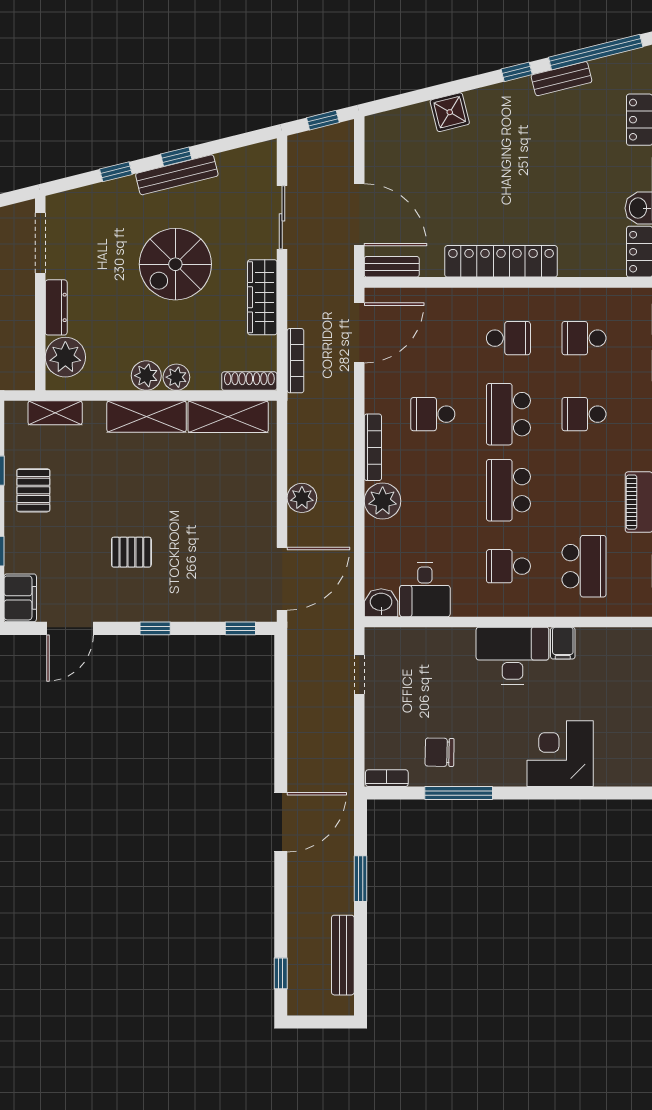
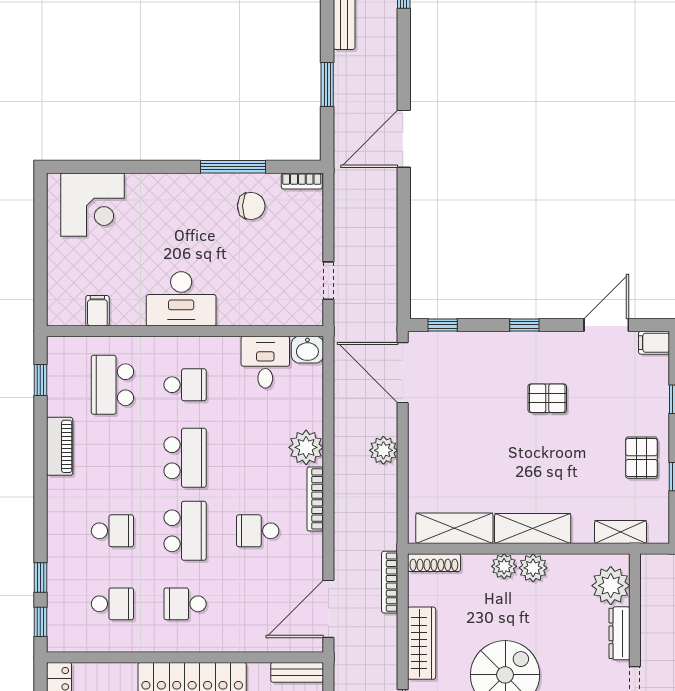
school desk: (433, 414) -> (258, 531), turned 180
door: (282, 579) -> (403, 373), hinge flipped
filing cabinet: (20, 598) -> (654, 343), width x0.50
filing cabinet: (563, 643) -> (97, 311), moved
corner desk: (560, 754) -> (93, 205), moved

